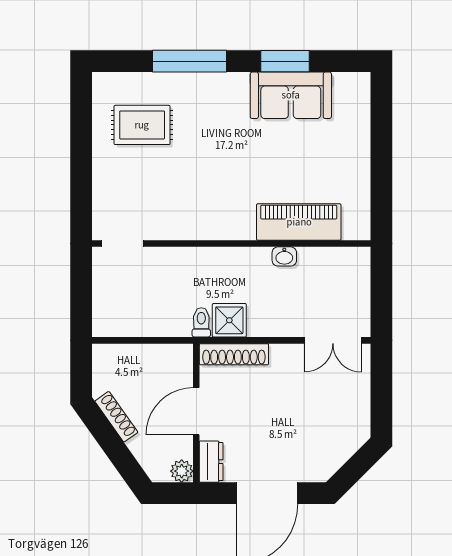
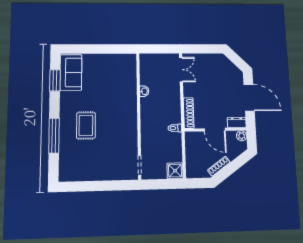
window: (285, 61) -> (55, 80), moved
sofa: (291, 95) -> (71, 72), moved
rug: (142, 125) -> (86, 125), moved
piano: (299, 222) -> (129, 85), removed
shower: (229, 320) -> (175, 171), moved

